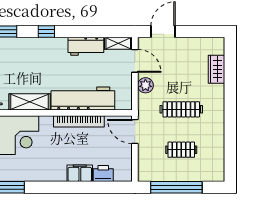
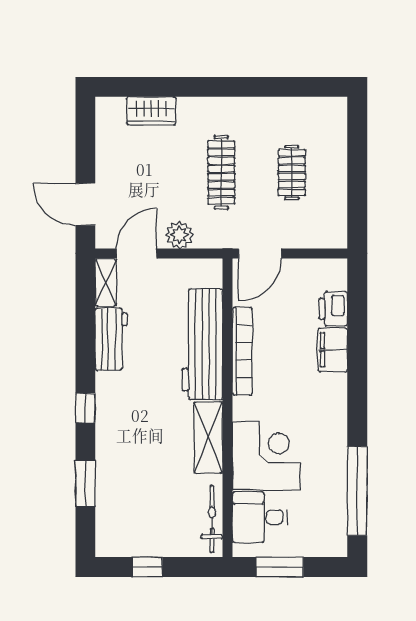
window: (176, 187) -> (357, 181), removed

